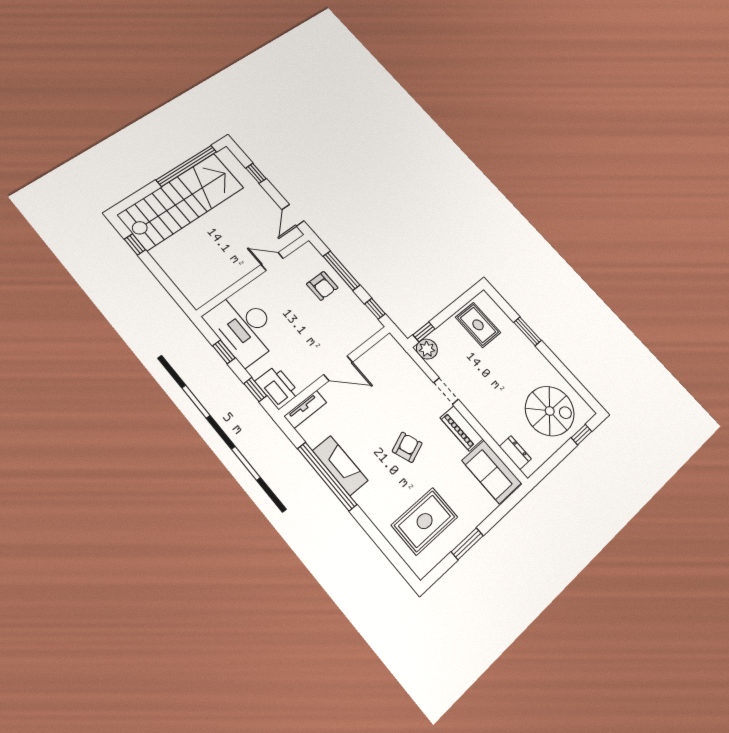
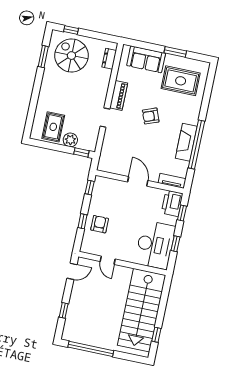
stairs: (181, 201) -> (142, 310), moved, turned -90
window: (341, 271) -> (82, 221), width x0.46
window: (527, 331) -> (43, 57), moved
plant: (427, 349) -> (70, 140), moved
sofa: (492, 472) -> (146, 59), moved, turned 90

